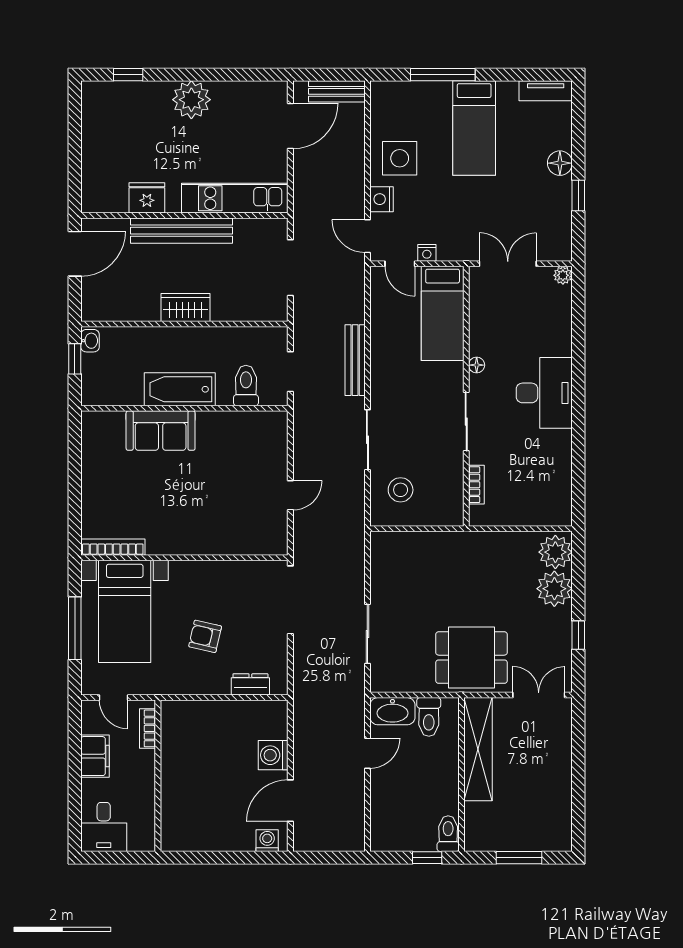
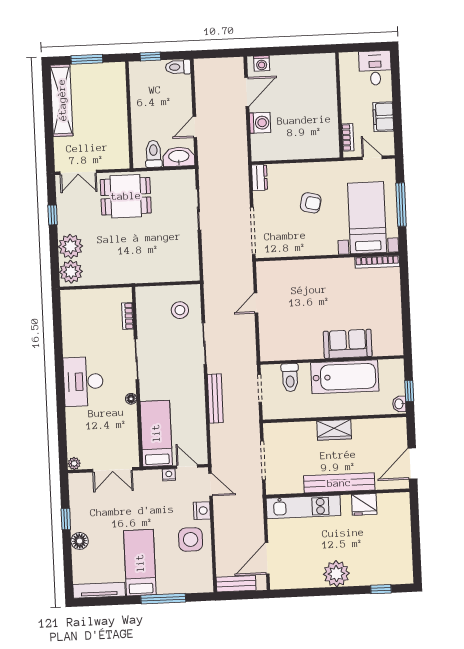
tv unit: (546, 91) -> (99, 590), width x1.41
bathtub: (180, 389) -> (345, 377), width x1.36, depth x1.36
dresser: (250, 684) -> (260, 178), moved, turned -90
shelving: (478, 749) -> (62, 100), moved
toilet: (448, 834) -> (178, 67), moved, turned 90

